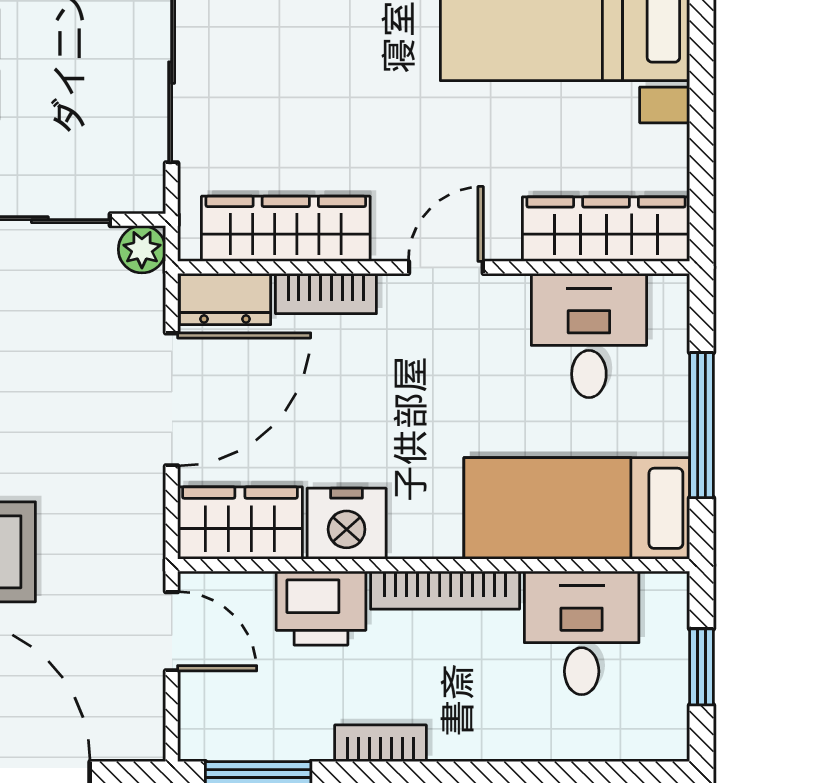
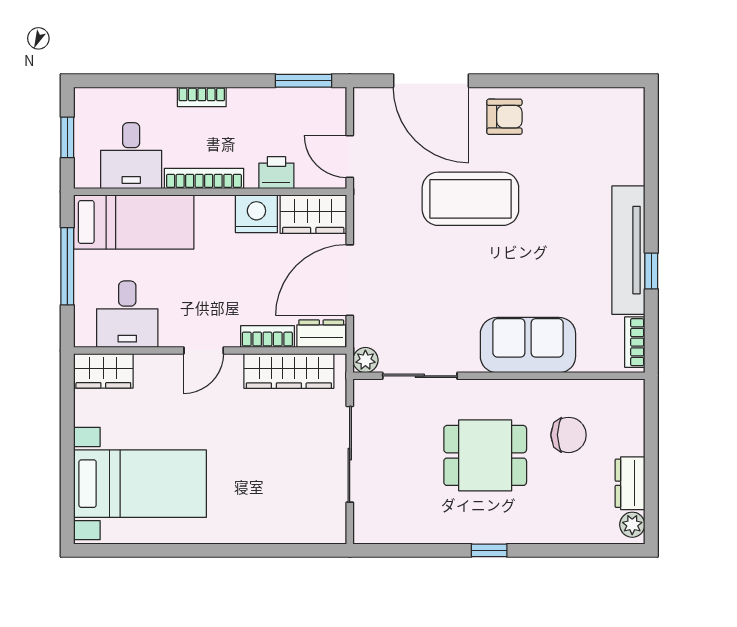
wardrobe: (606, 229) -> (103, 371), width x0.67
printer: (321, 608) -> (276, 173), width x0.73, depth x0.81
bookcase: (381, 743) -> (202, 97), moved

